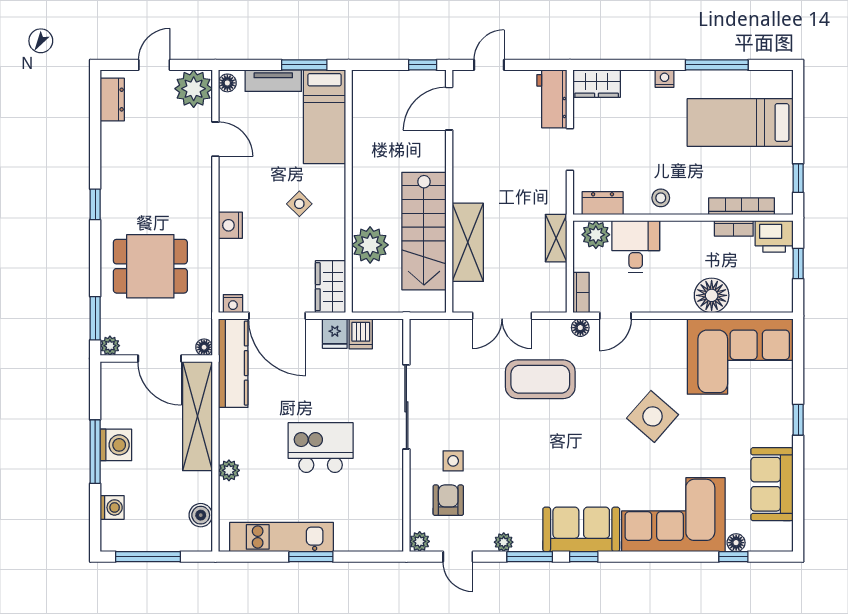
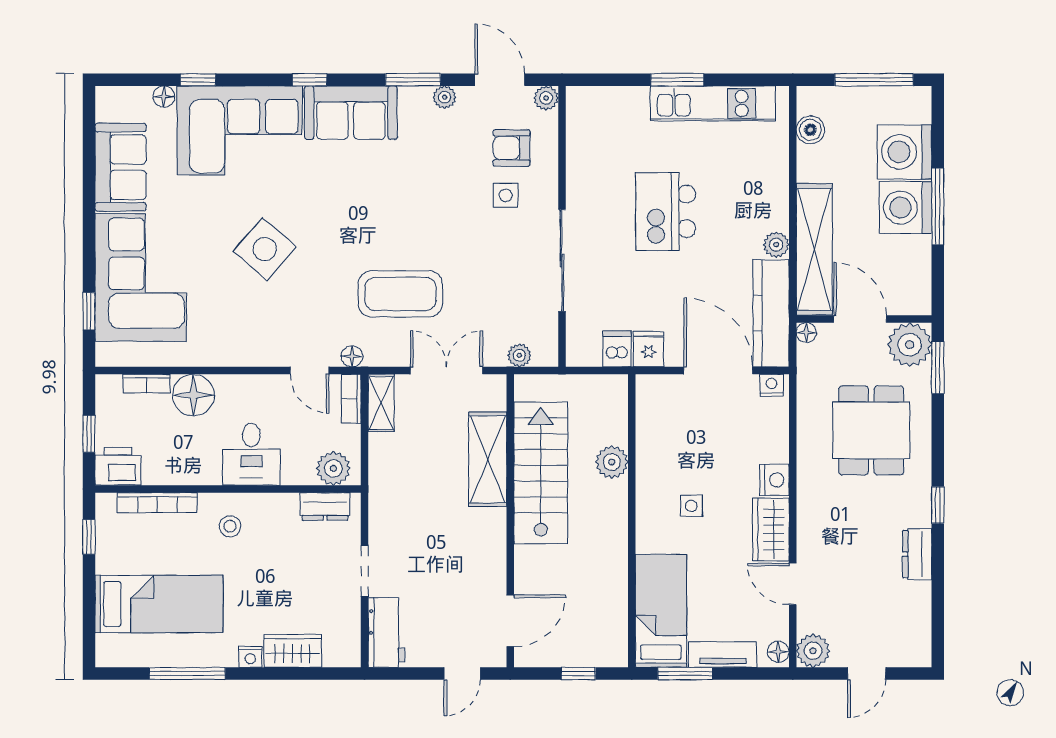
window: (423, 65) -> (578, 674), moved
wardrobe: (597, 84) -> (293, 651), moved
plant: (194, 89) -> (813, 651), width x0.73, depth x0.73
dresser: (112, 100) -> (917, 554), moved
stool: (661, 198) -> (230, 526), moved
side table: (299, 204) -> (691, 506), turned 45
bookcase: (734, 228) -> (147, 384), moved, turned 180
shelving: (556, 238) -> (381, 403), moved
plant: (370, 245) -> (612, 462), width x0.73, depth x0.73
desk: (636, 246) -> (251, 454), moved
dining table: (150, 266) -> (871, 430), turned 90
wardrobe: (330, 287) -> (771, 529), moved, turned 180
door: (615, 316) -> (310, 371), swing flipped
plant: (442, 328) -> (519, 355), added
plant: (110, 346) -> (910, 345), width x1.88, depth x1.88
corner sofa: (740, 357) -> (141, 278), moved, turned 90
window: (798, 420) -> (89, 311), moved
washing machine: (116, 445) -> (906, 208), width x1.37, depth x1.37
kitchen island: (321, 448) -> (666, 211), turned 90
plant: (229, 470) -> (776, 245), moved
armchair: (448, 500) -> (511, 148), turned 90
washing machine: (112, 507) -> (905, 152), width x1.89, depth x1.89
door: (458, 557) -> (500, 80), width x1.38
window: (584, 557) -> (310, 80), moved
window: (733, 557) -> (198, 80), moved

